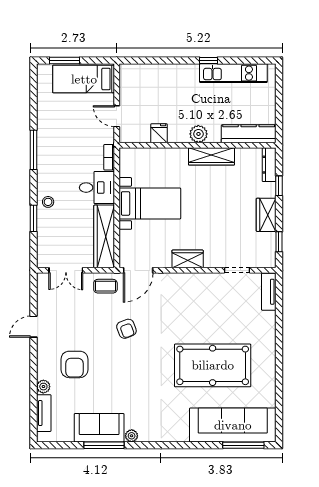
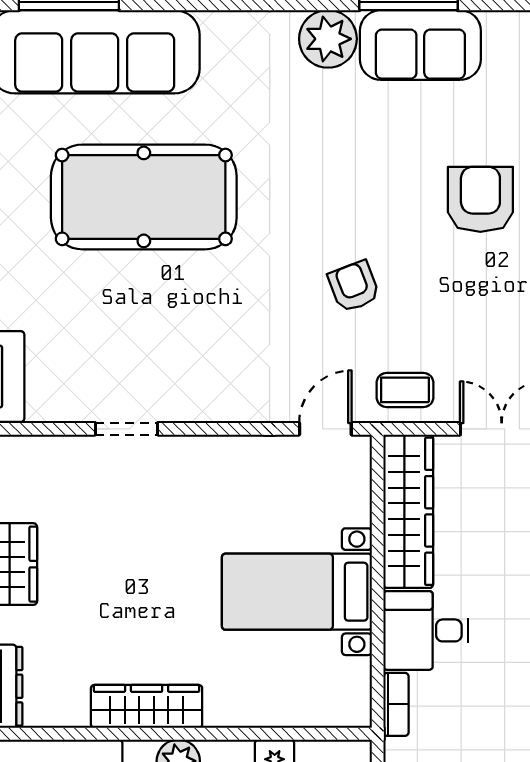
wardrobe: (188, 259) -> (205, 456), removed
door: (138, 270) -> (325, 429), width x0.73
doorway: (237, 270) -> (127, 429), moved
plant: (132, 436) -> (328, 39), width x1.88, depth x1.88

